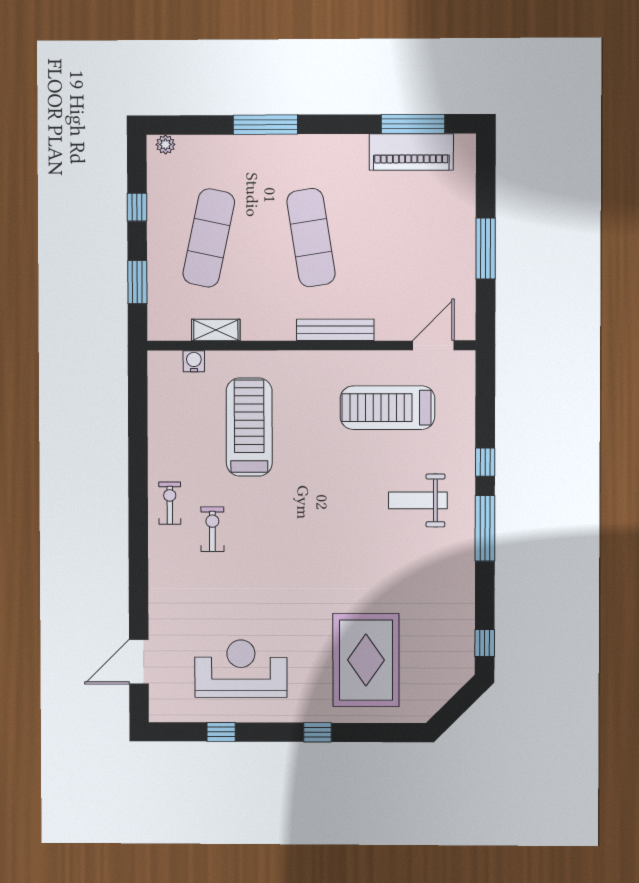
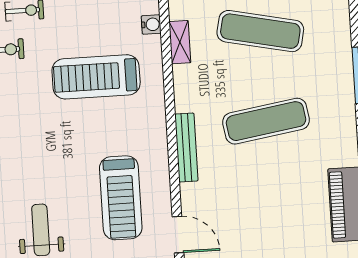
treadmill: (387, 408) -> (121, 198), turned 180
treadmill: (249, 427) -> (96, 77), turned 180

